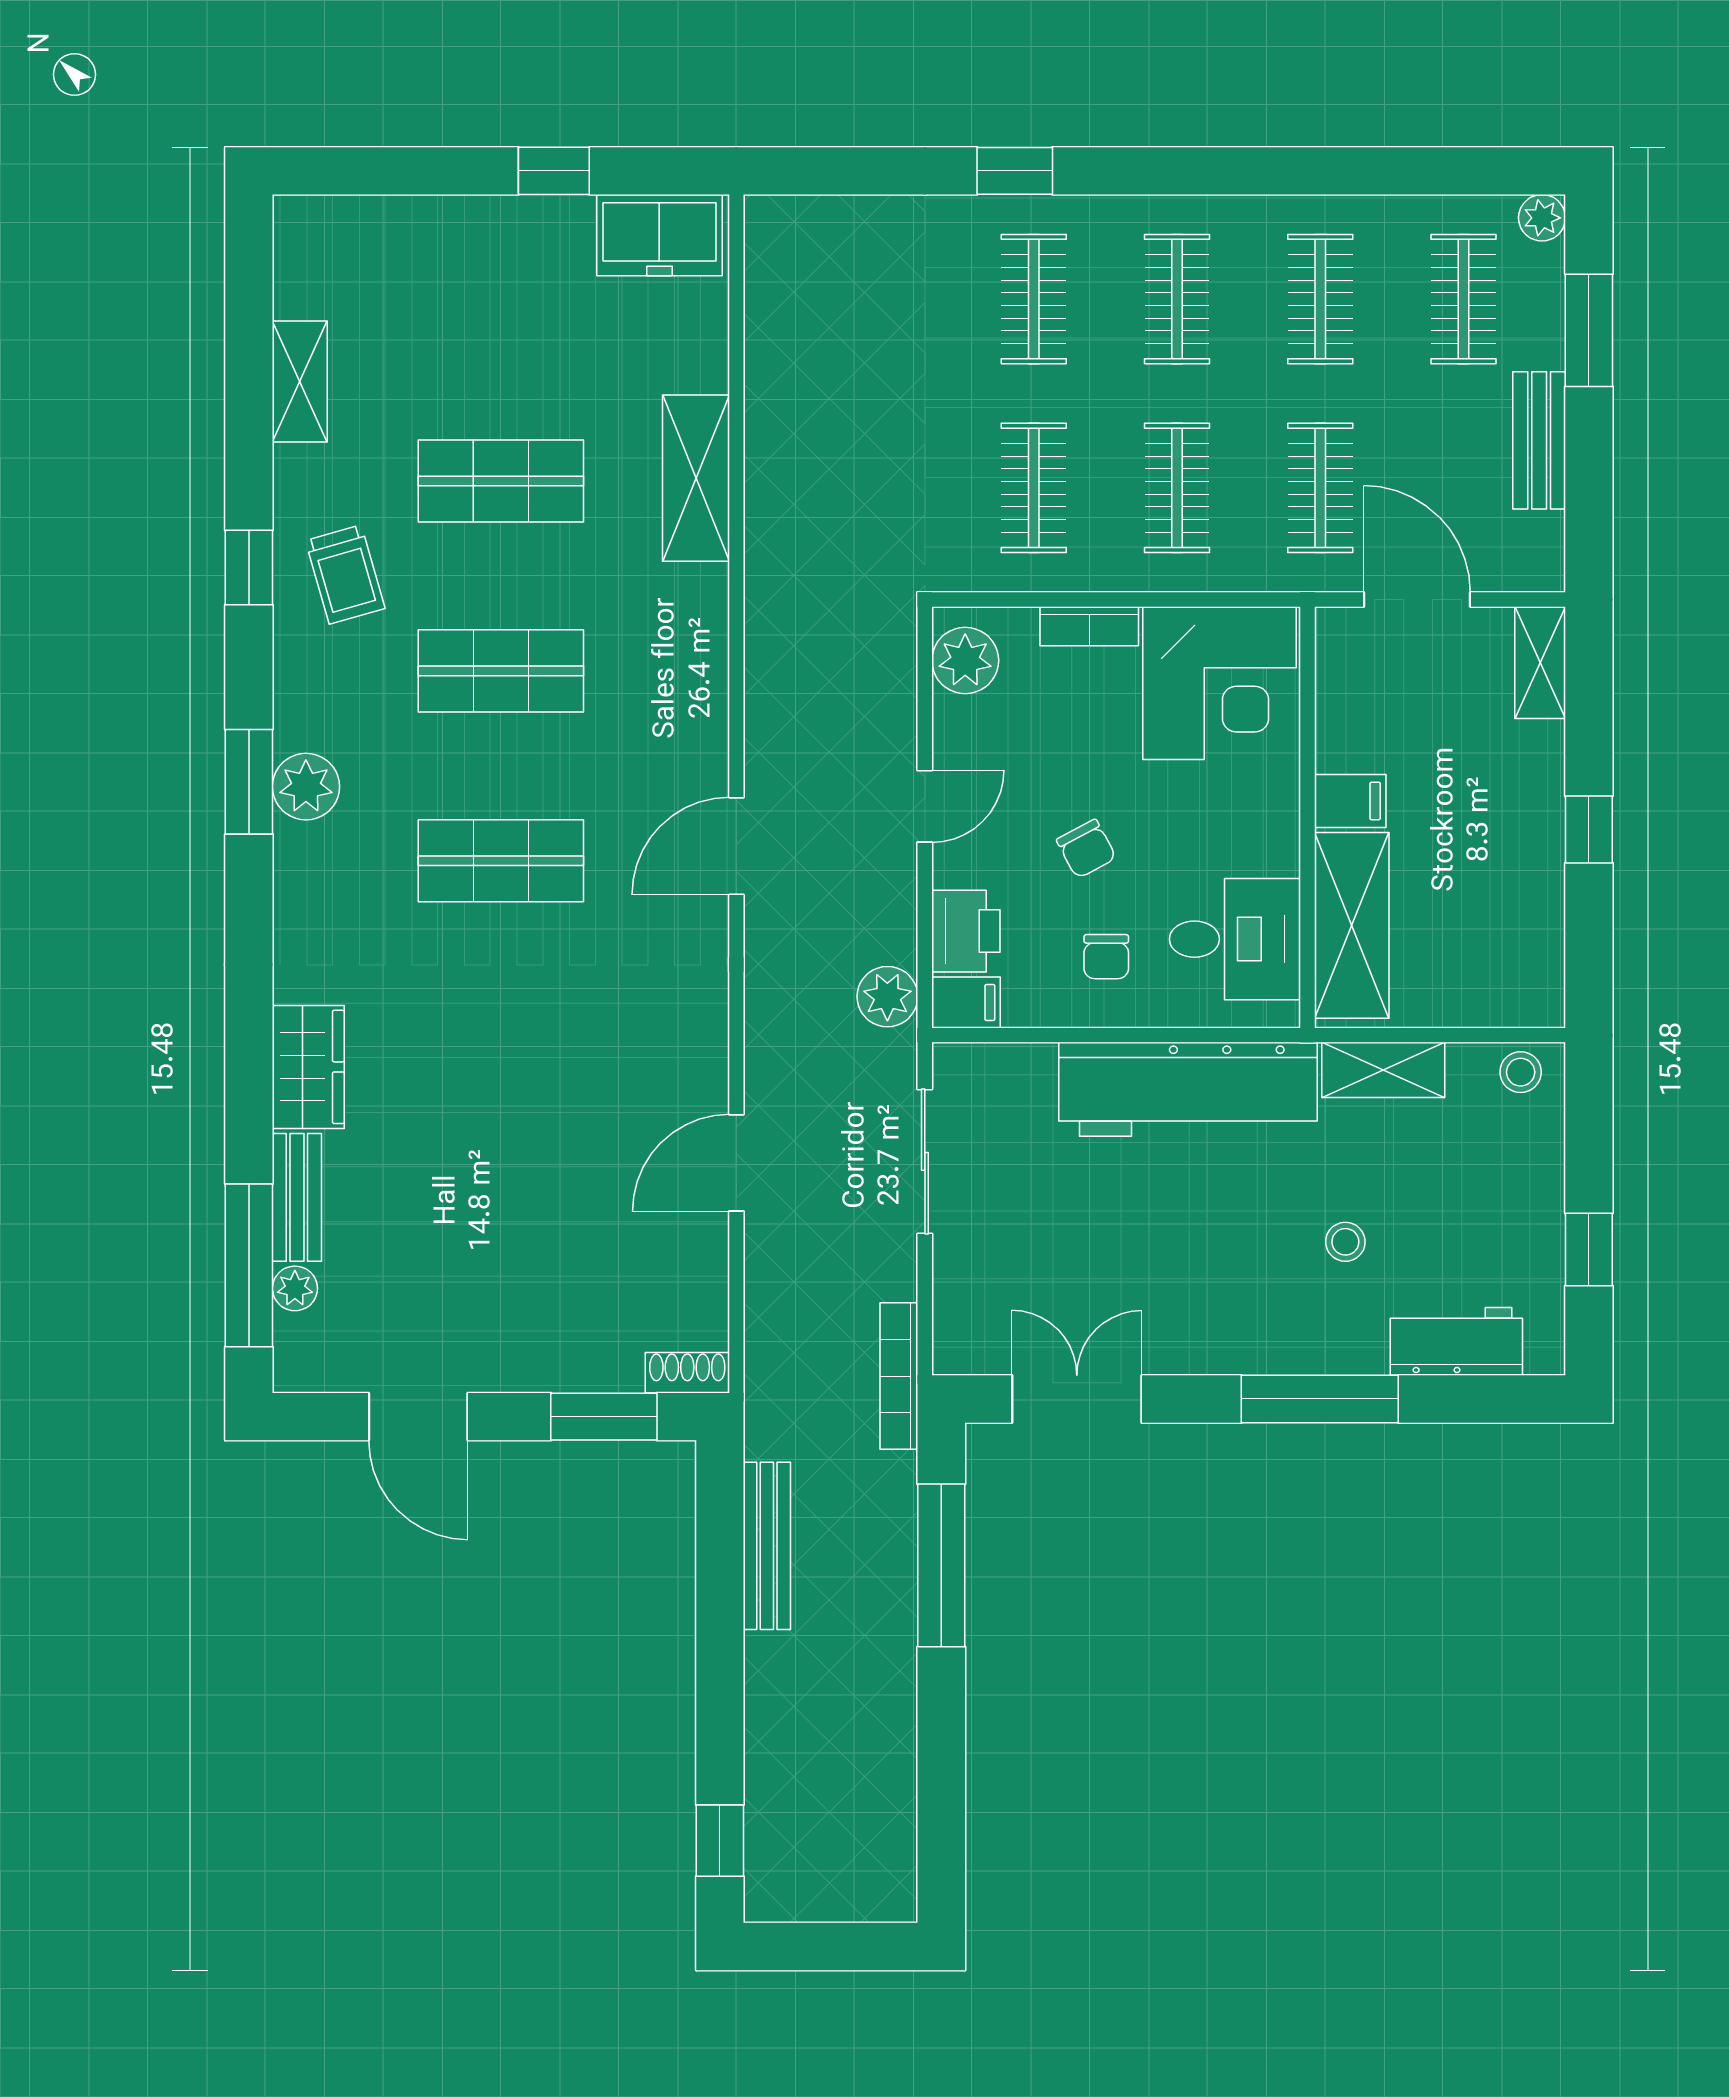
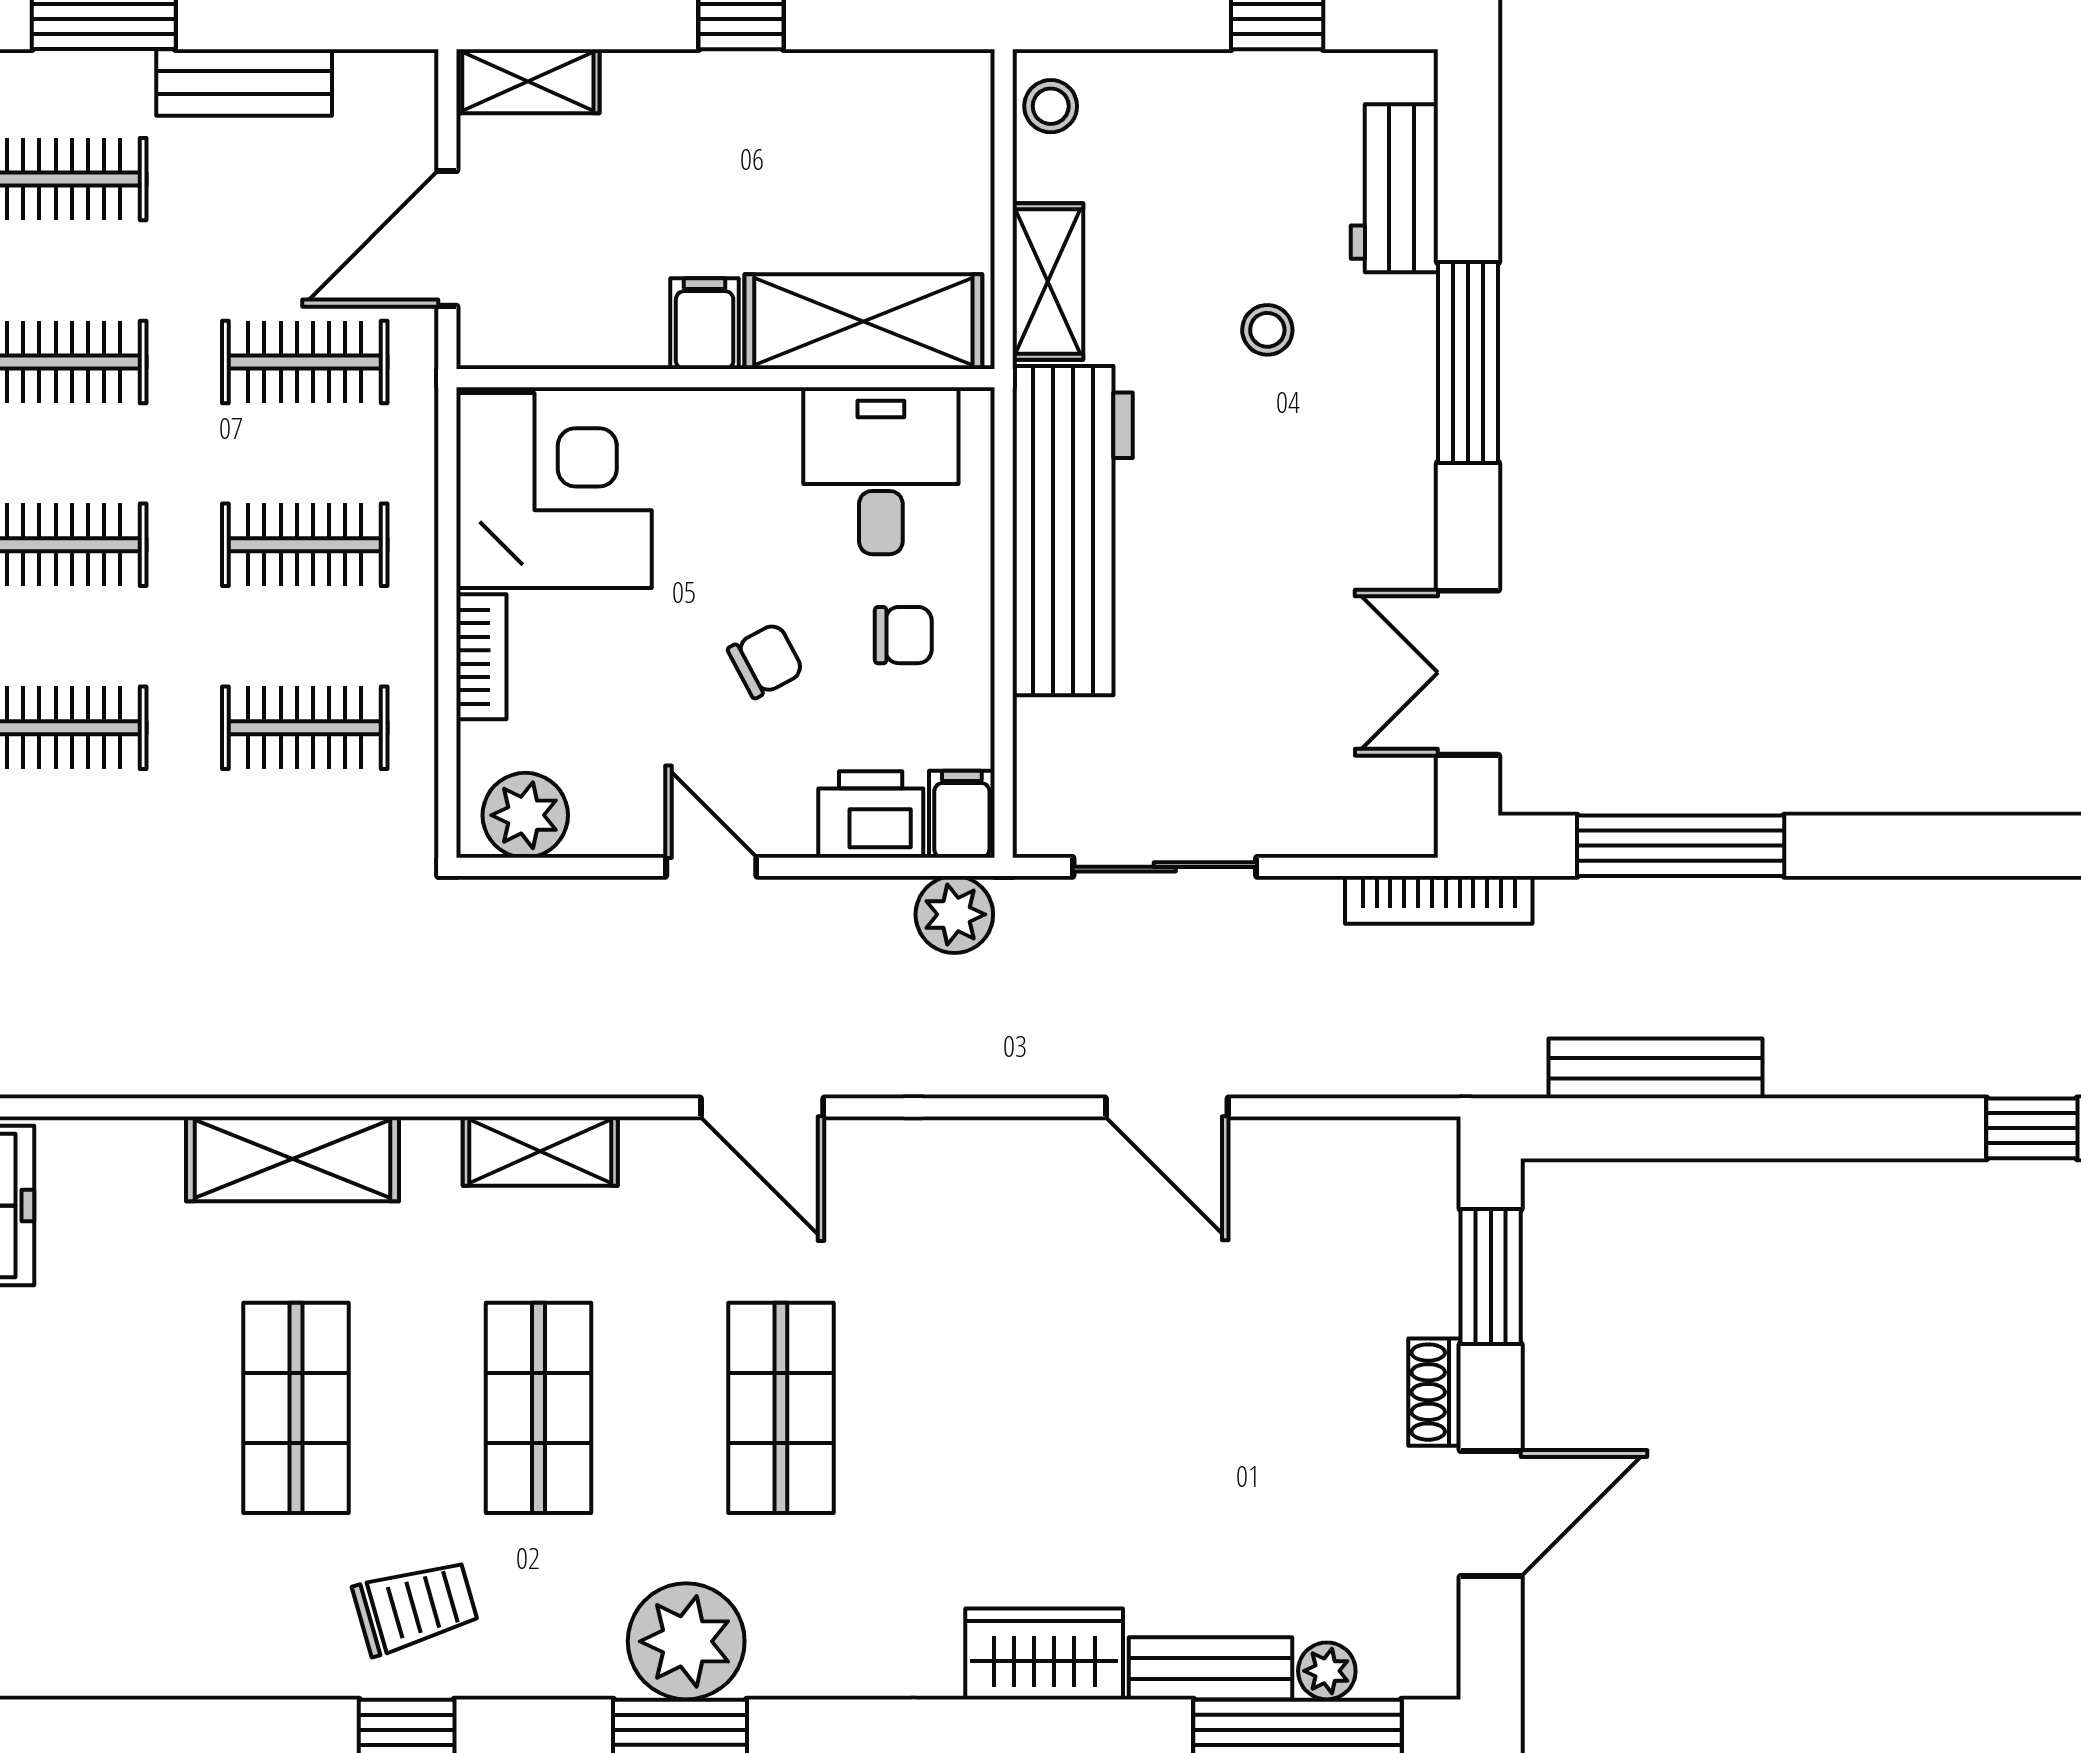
shelving: (300, 382) -> (540, 1151), moved
plant: (306, 787) -> (686, 1641), width x1.36, depth x1.36
shoe rack: (687, 1373) -> (1434, 1392), moved

